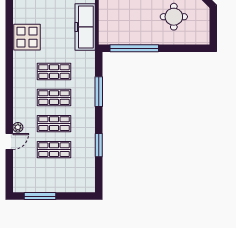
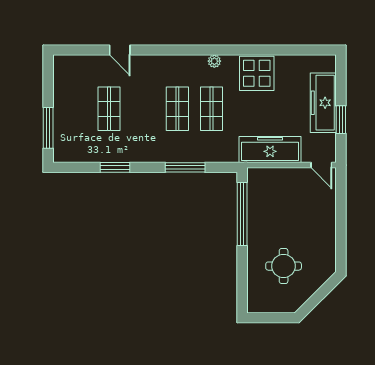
shop shelf: (54, 124) -> (143, 109), removed
plant: (18, 127) -> (214, 61), moved
window: (40, 196) -> (48, 128), moved

